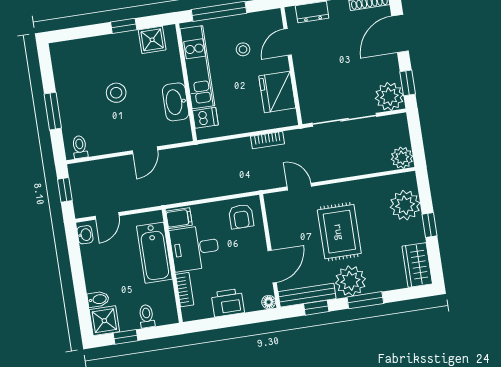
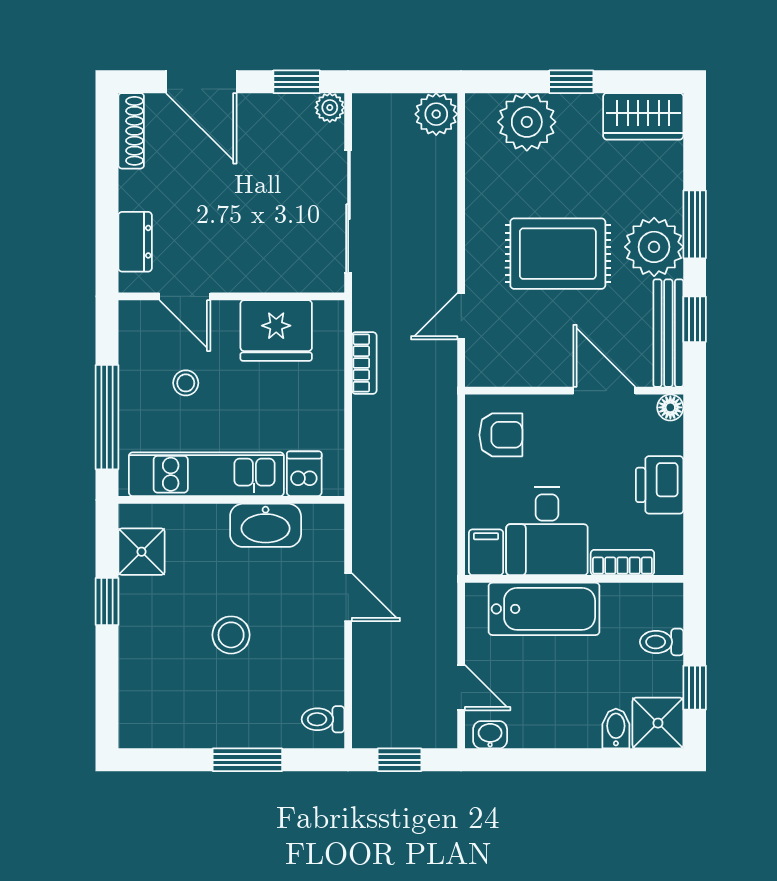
plant: (389, 97) -> (330, 108), width x0.53, depth x0.53

